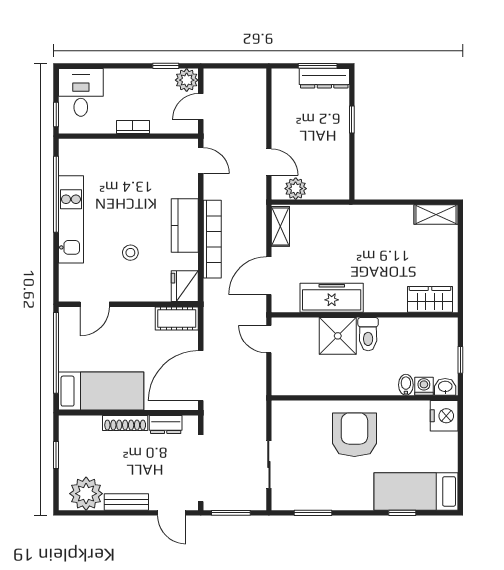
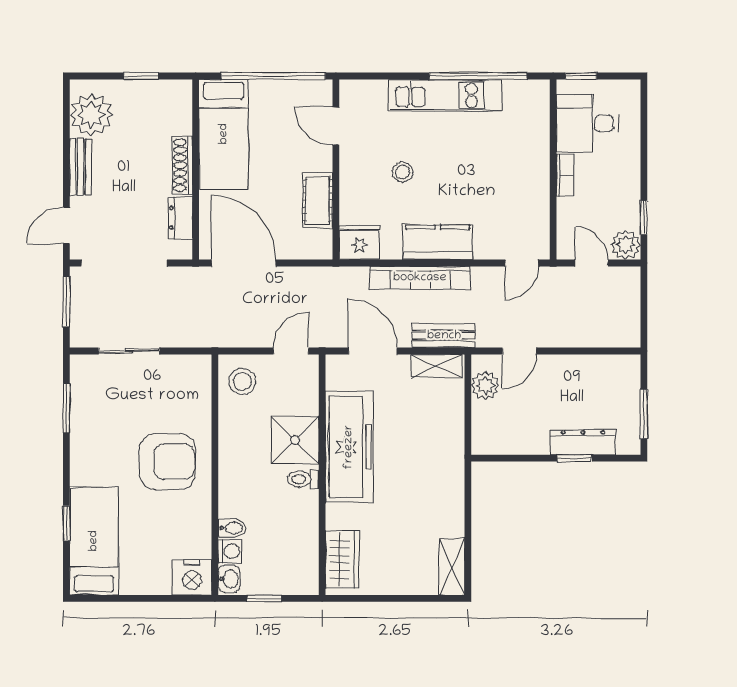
dresser: (324, 78) -> (583, 442), moved, turned 90
desk: (81, 92) -> (587, 123), moved, turned 180
bench: (257, 221) -> (444, 336), added
freezer: (332, 298) -> (349, 447), width x1.36, depth x1.26
cot: (177, 318) -> (318, 200), moved
toilet: (368, 334) -> (303, 479), width x0.73, depth x0.72
stool: (292, 377) -> (242, 381), added

